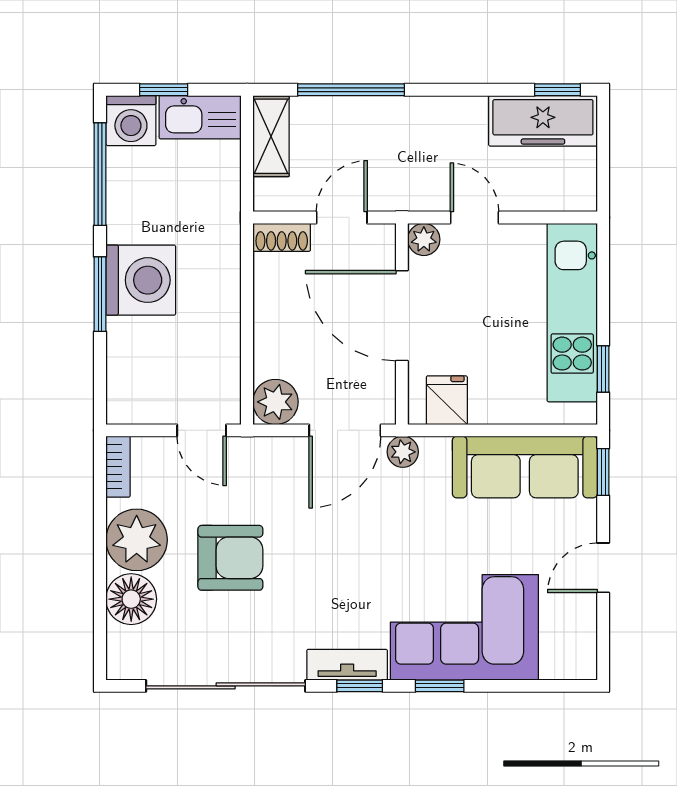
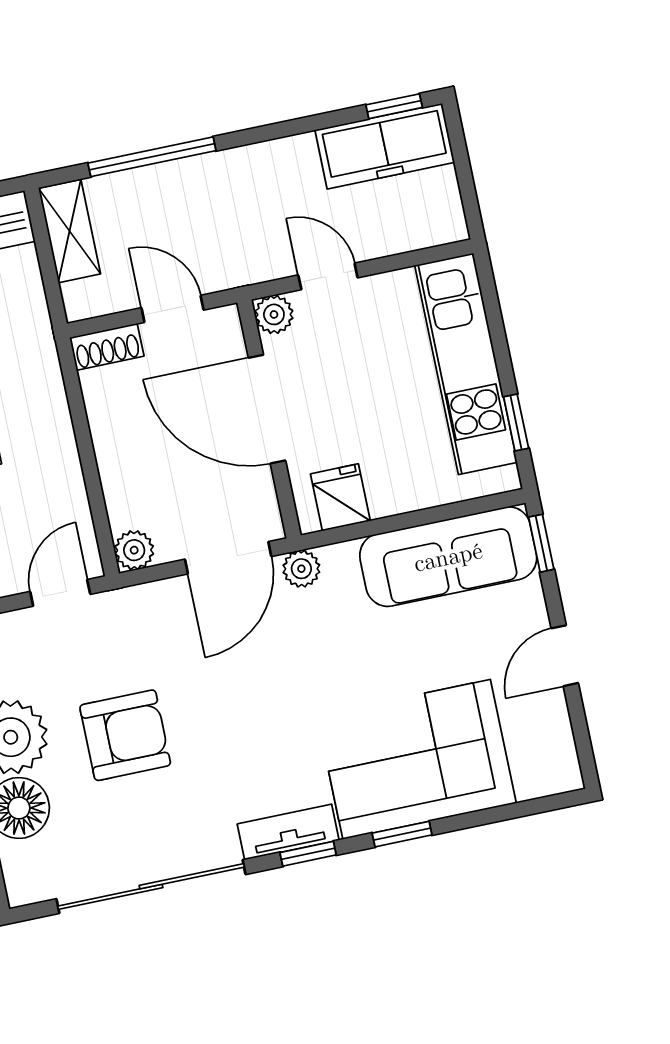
door: (342, 217) -> (172, 309), hinge flipped
plant: (275, 402) -> (134, 550), width x0.73, depth x0.73
door: (202, 430) -> (60, 593), swing flipped

